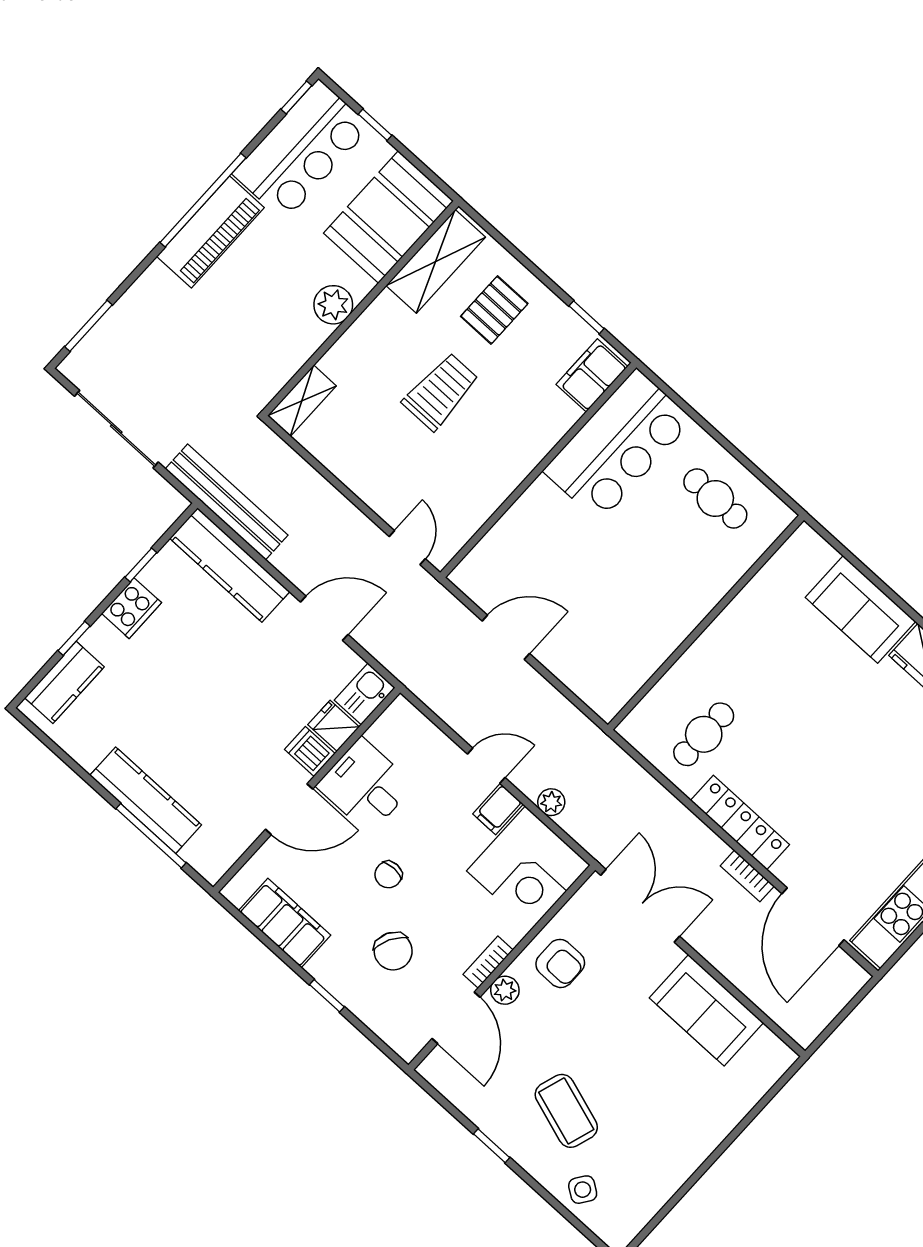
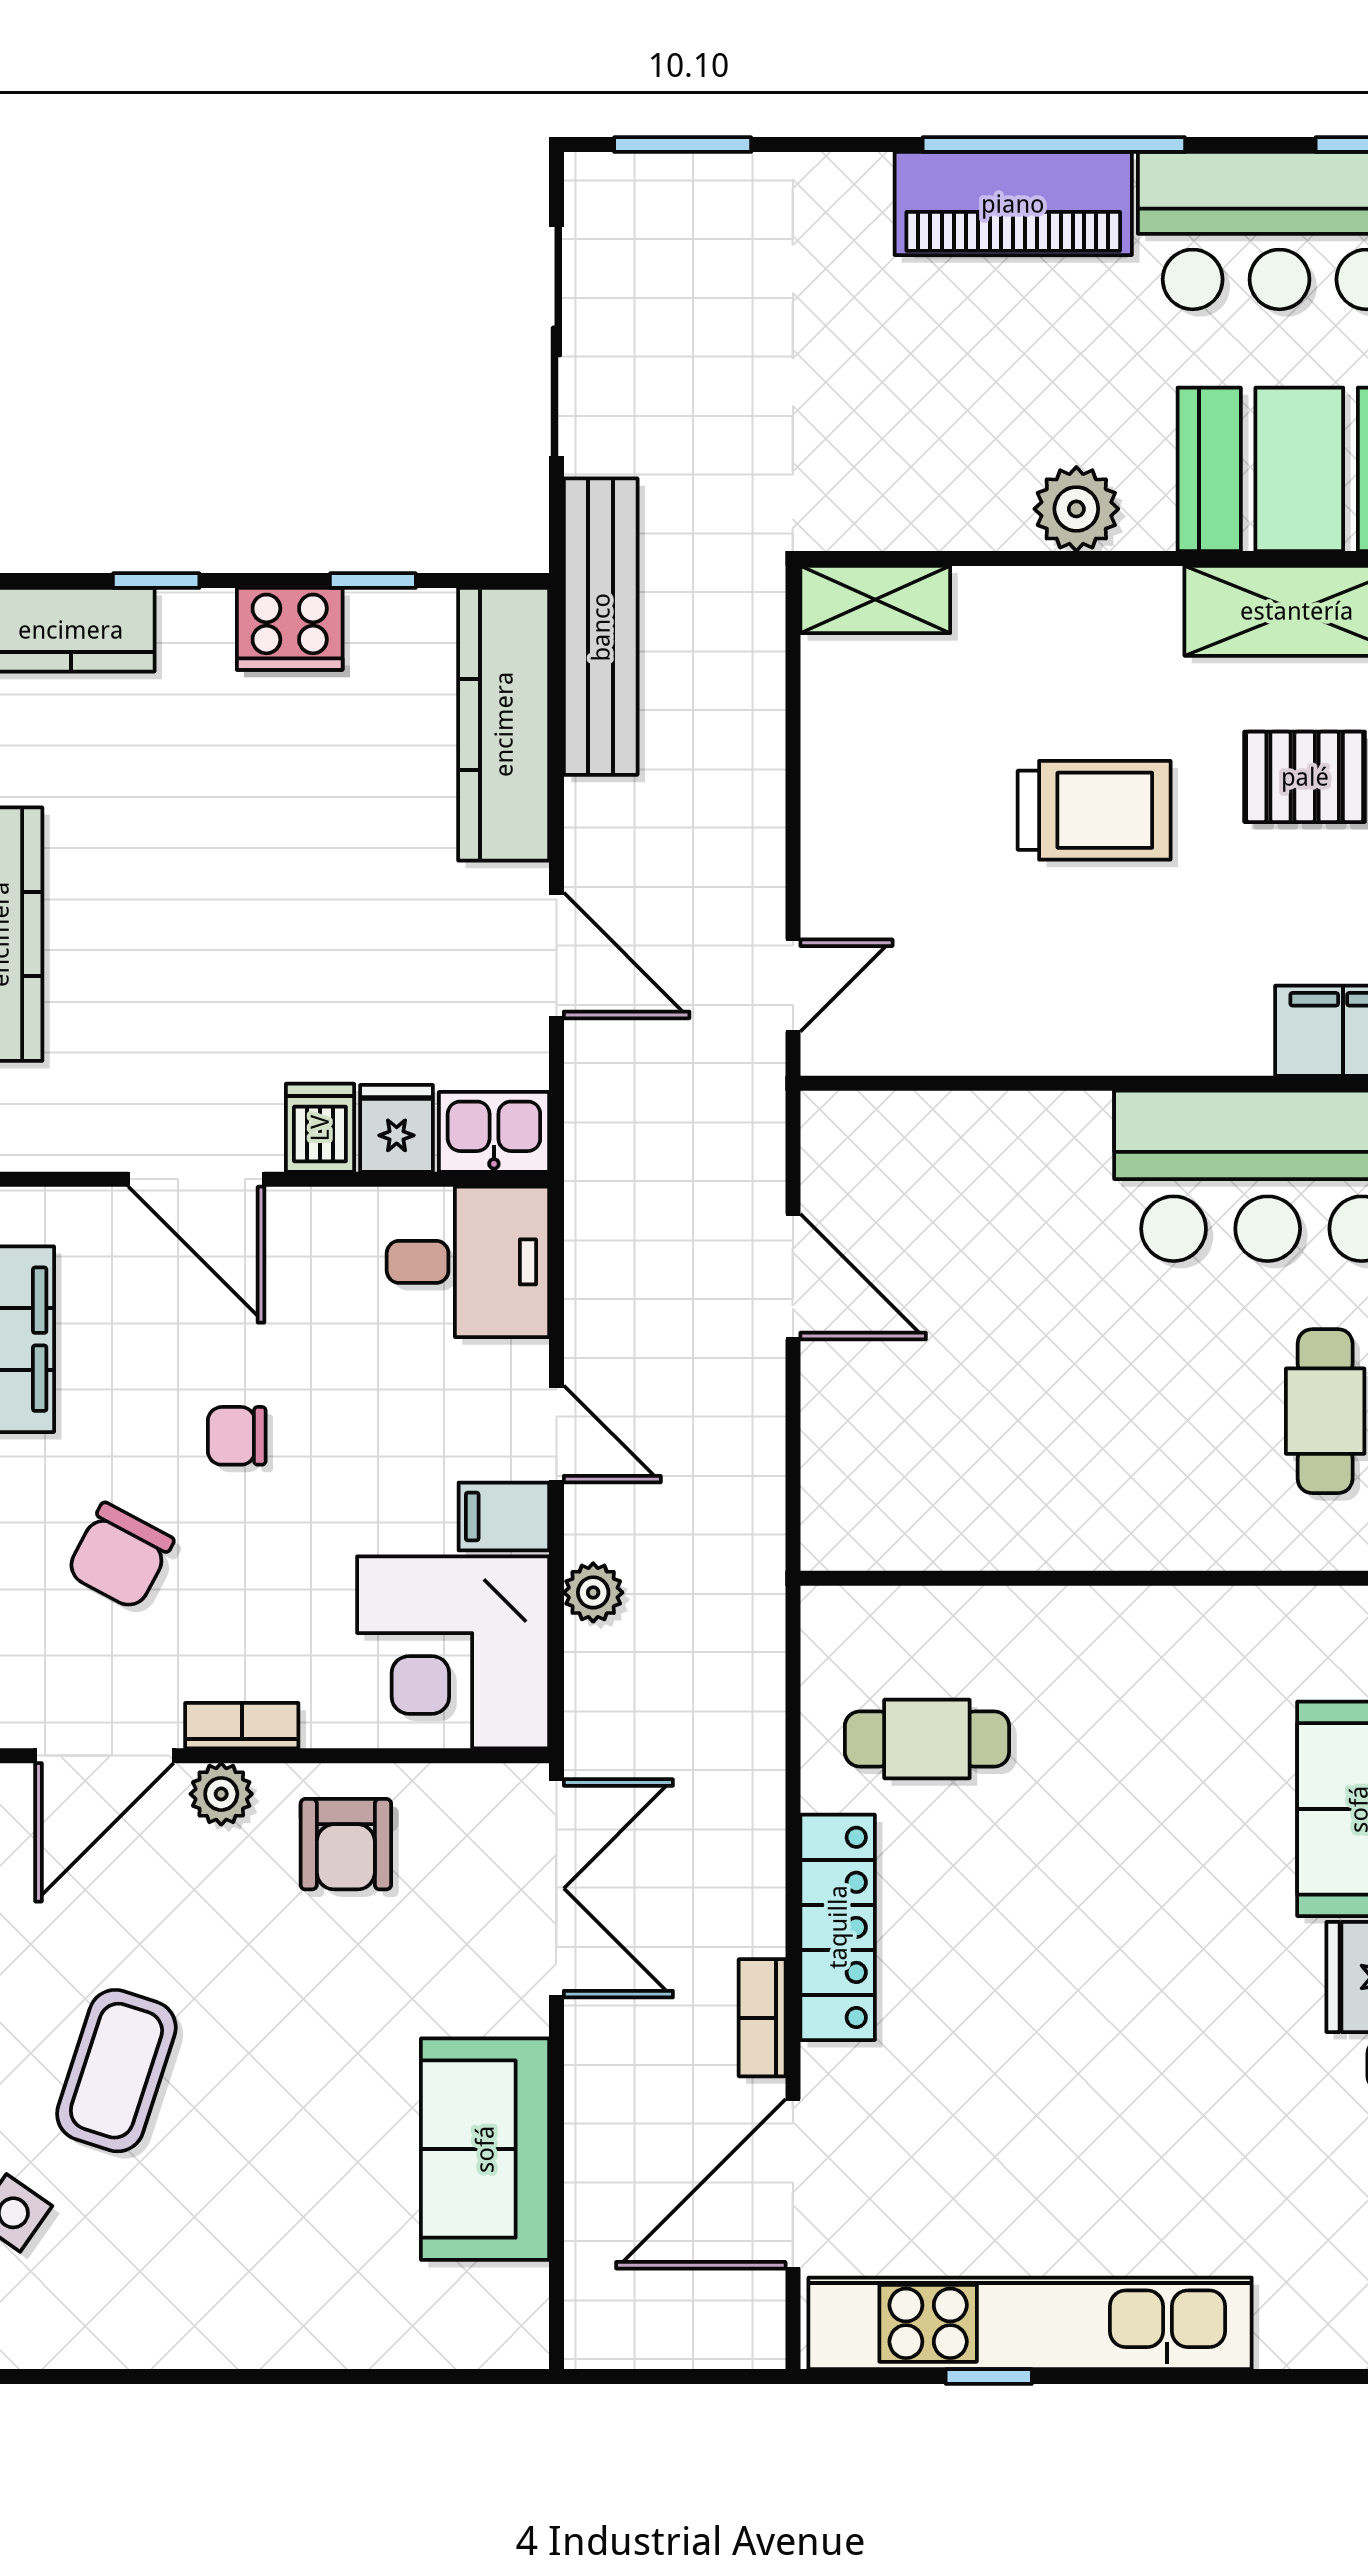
desk: (365, 786) -> (468, 1262), moved, turned 90

